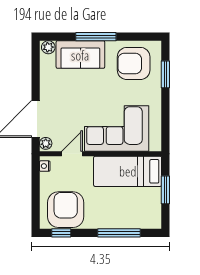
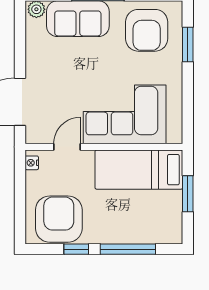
armchair: (134, 63) -> (147, 30), turned -90
plant: (46, 143) -> (33, 133), removed
window: (61, 233) -> (76, 249), moved

